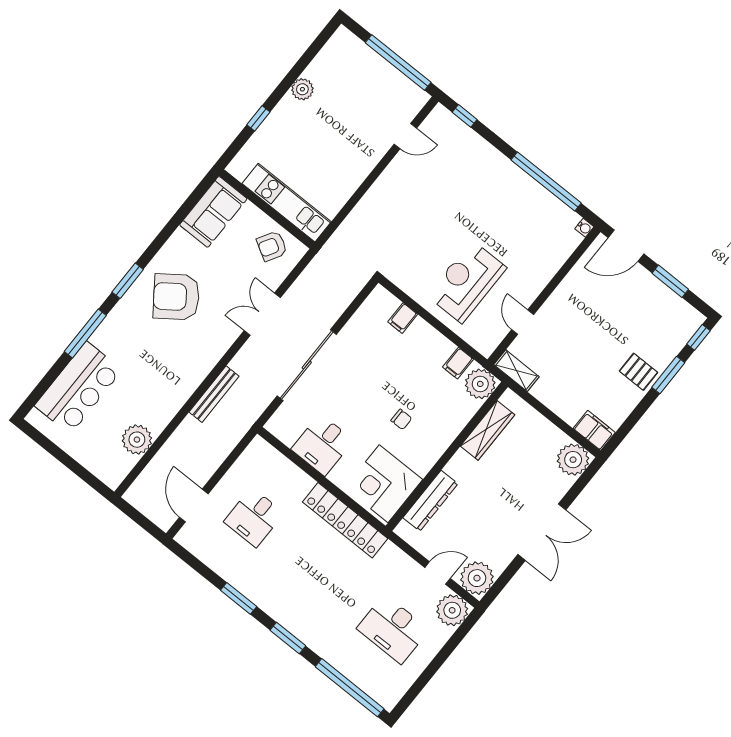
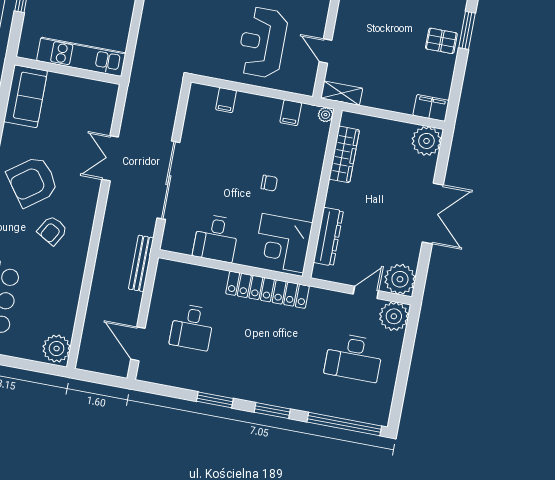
armchair: (272, 246) -> (52, 230), moved
plant: (480, 384) -> (326, 115), width x0.53, depth x0.53
bench: (214, 394) -> (141, 263), moved
plant: (137, 440) -> (57, 349), moved

